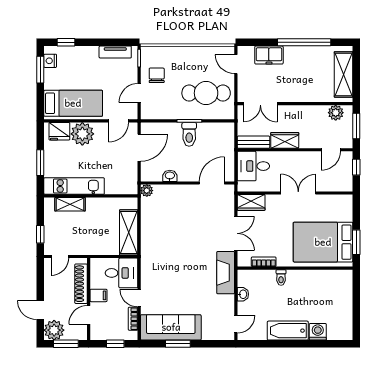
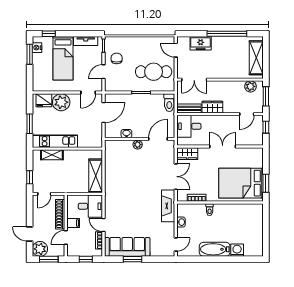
bed: (73, 103) -> (63, 58), moved, turned 90
toilet: (189, 134) -> (169, 103), moved
plant: (147, 191) -> (138, 145), moved

